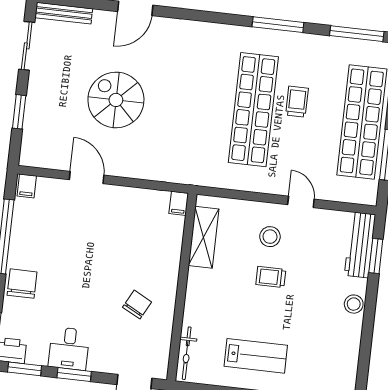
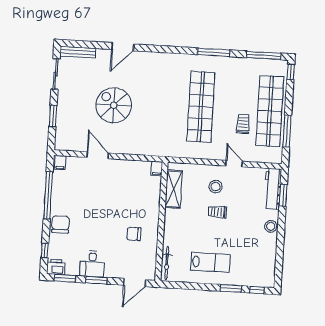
trolley: (297, 102) -> (243, 124), moved
chair: (137, 305) -> (134, 234), turned -118

